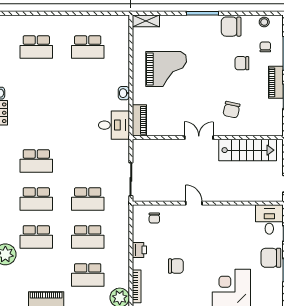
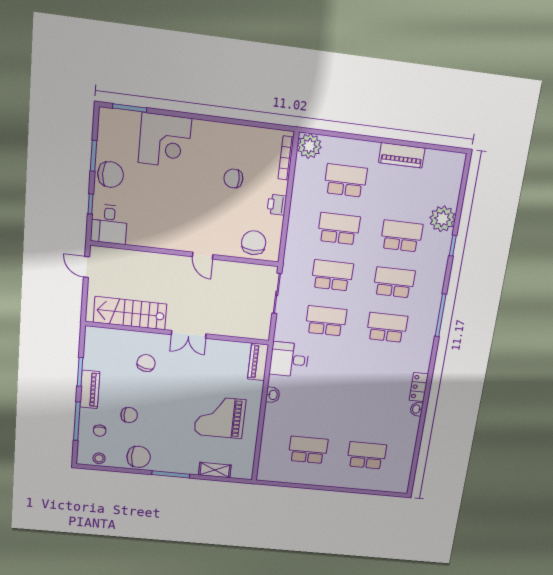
shelving: (146, 21) -> (215, 470), moved
school desk: (88, 161) -> (326, 321), added
chair: (154, 218) -> (254, 243), width x1.87, depth x1.87

